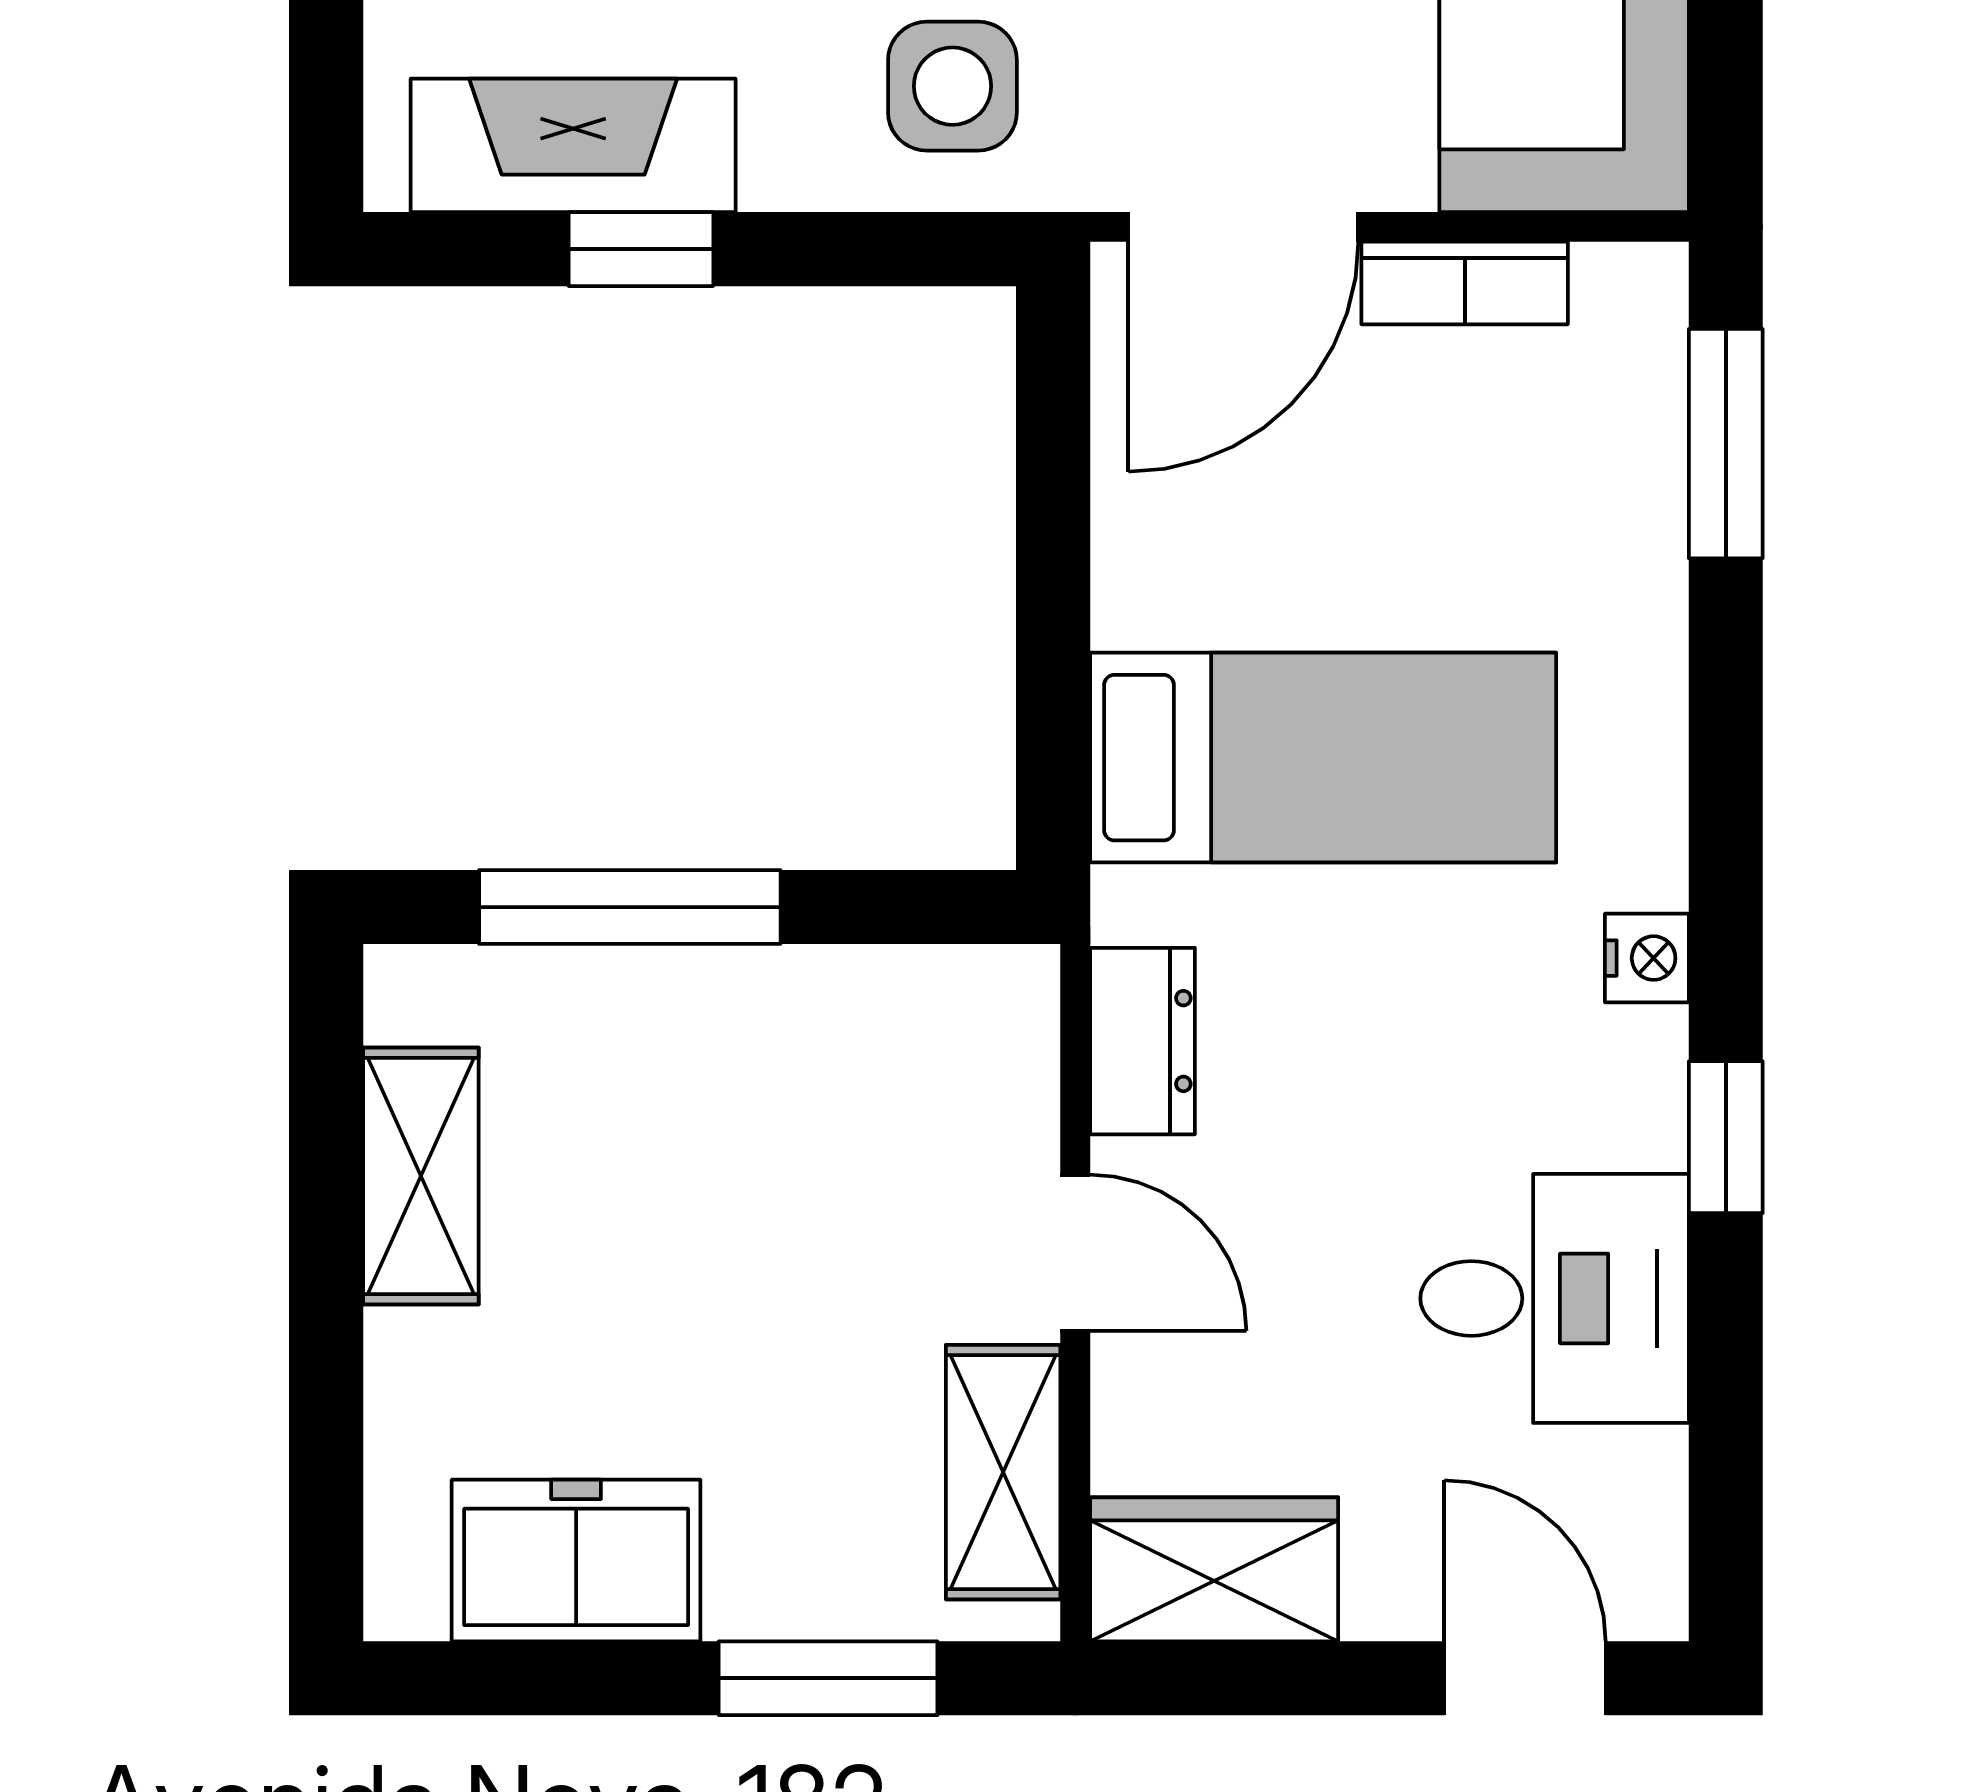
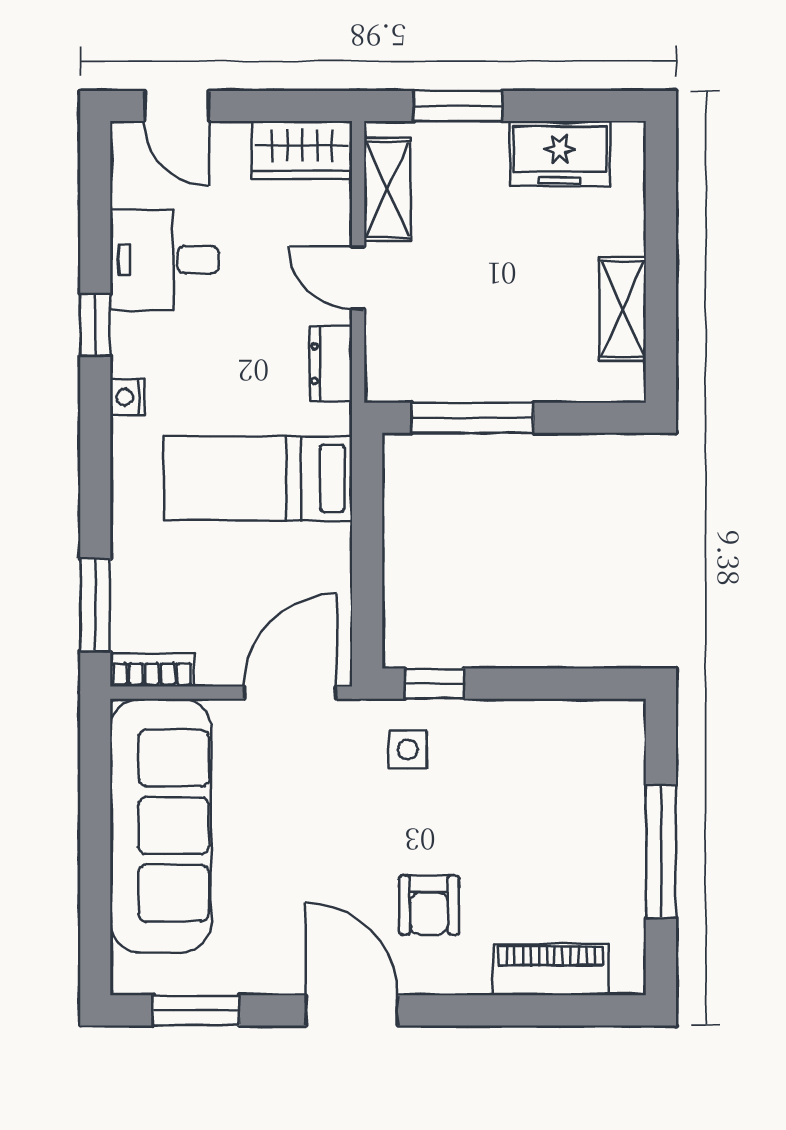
side table: (952, 86) -> (408, 750), width x0.73, depth x0.73
fireplace: (573, 145) -> (561, 726), removed
window: (641, 249) -> (435, 684), moved
bookcase: (1465, 283) -> (152, 670), moved
window: (630, 907) -> (472, 418), moved

